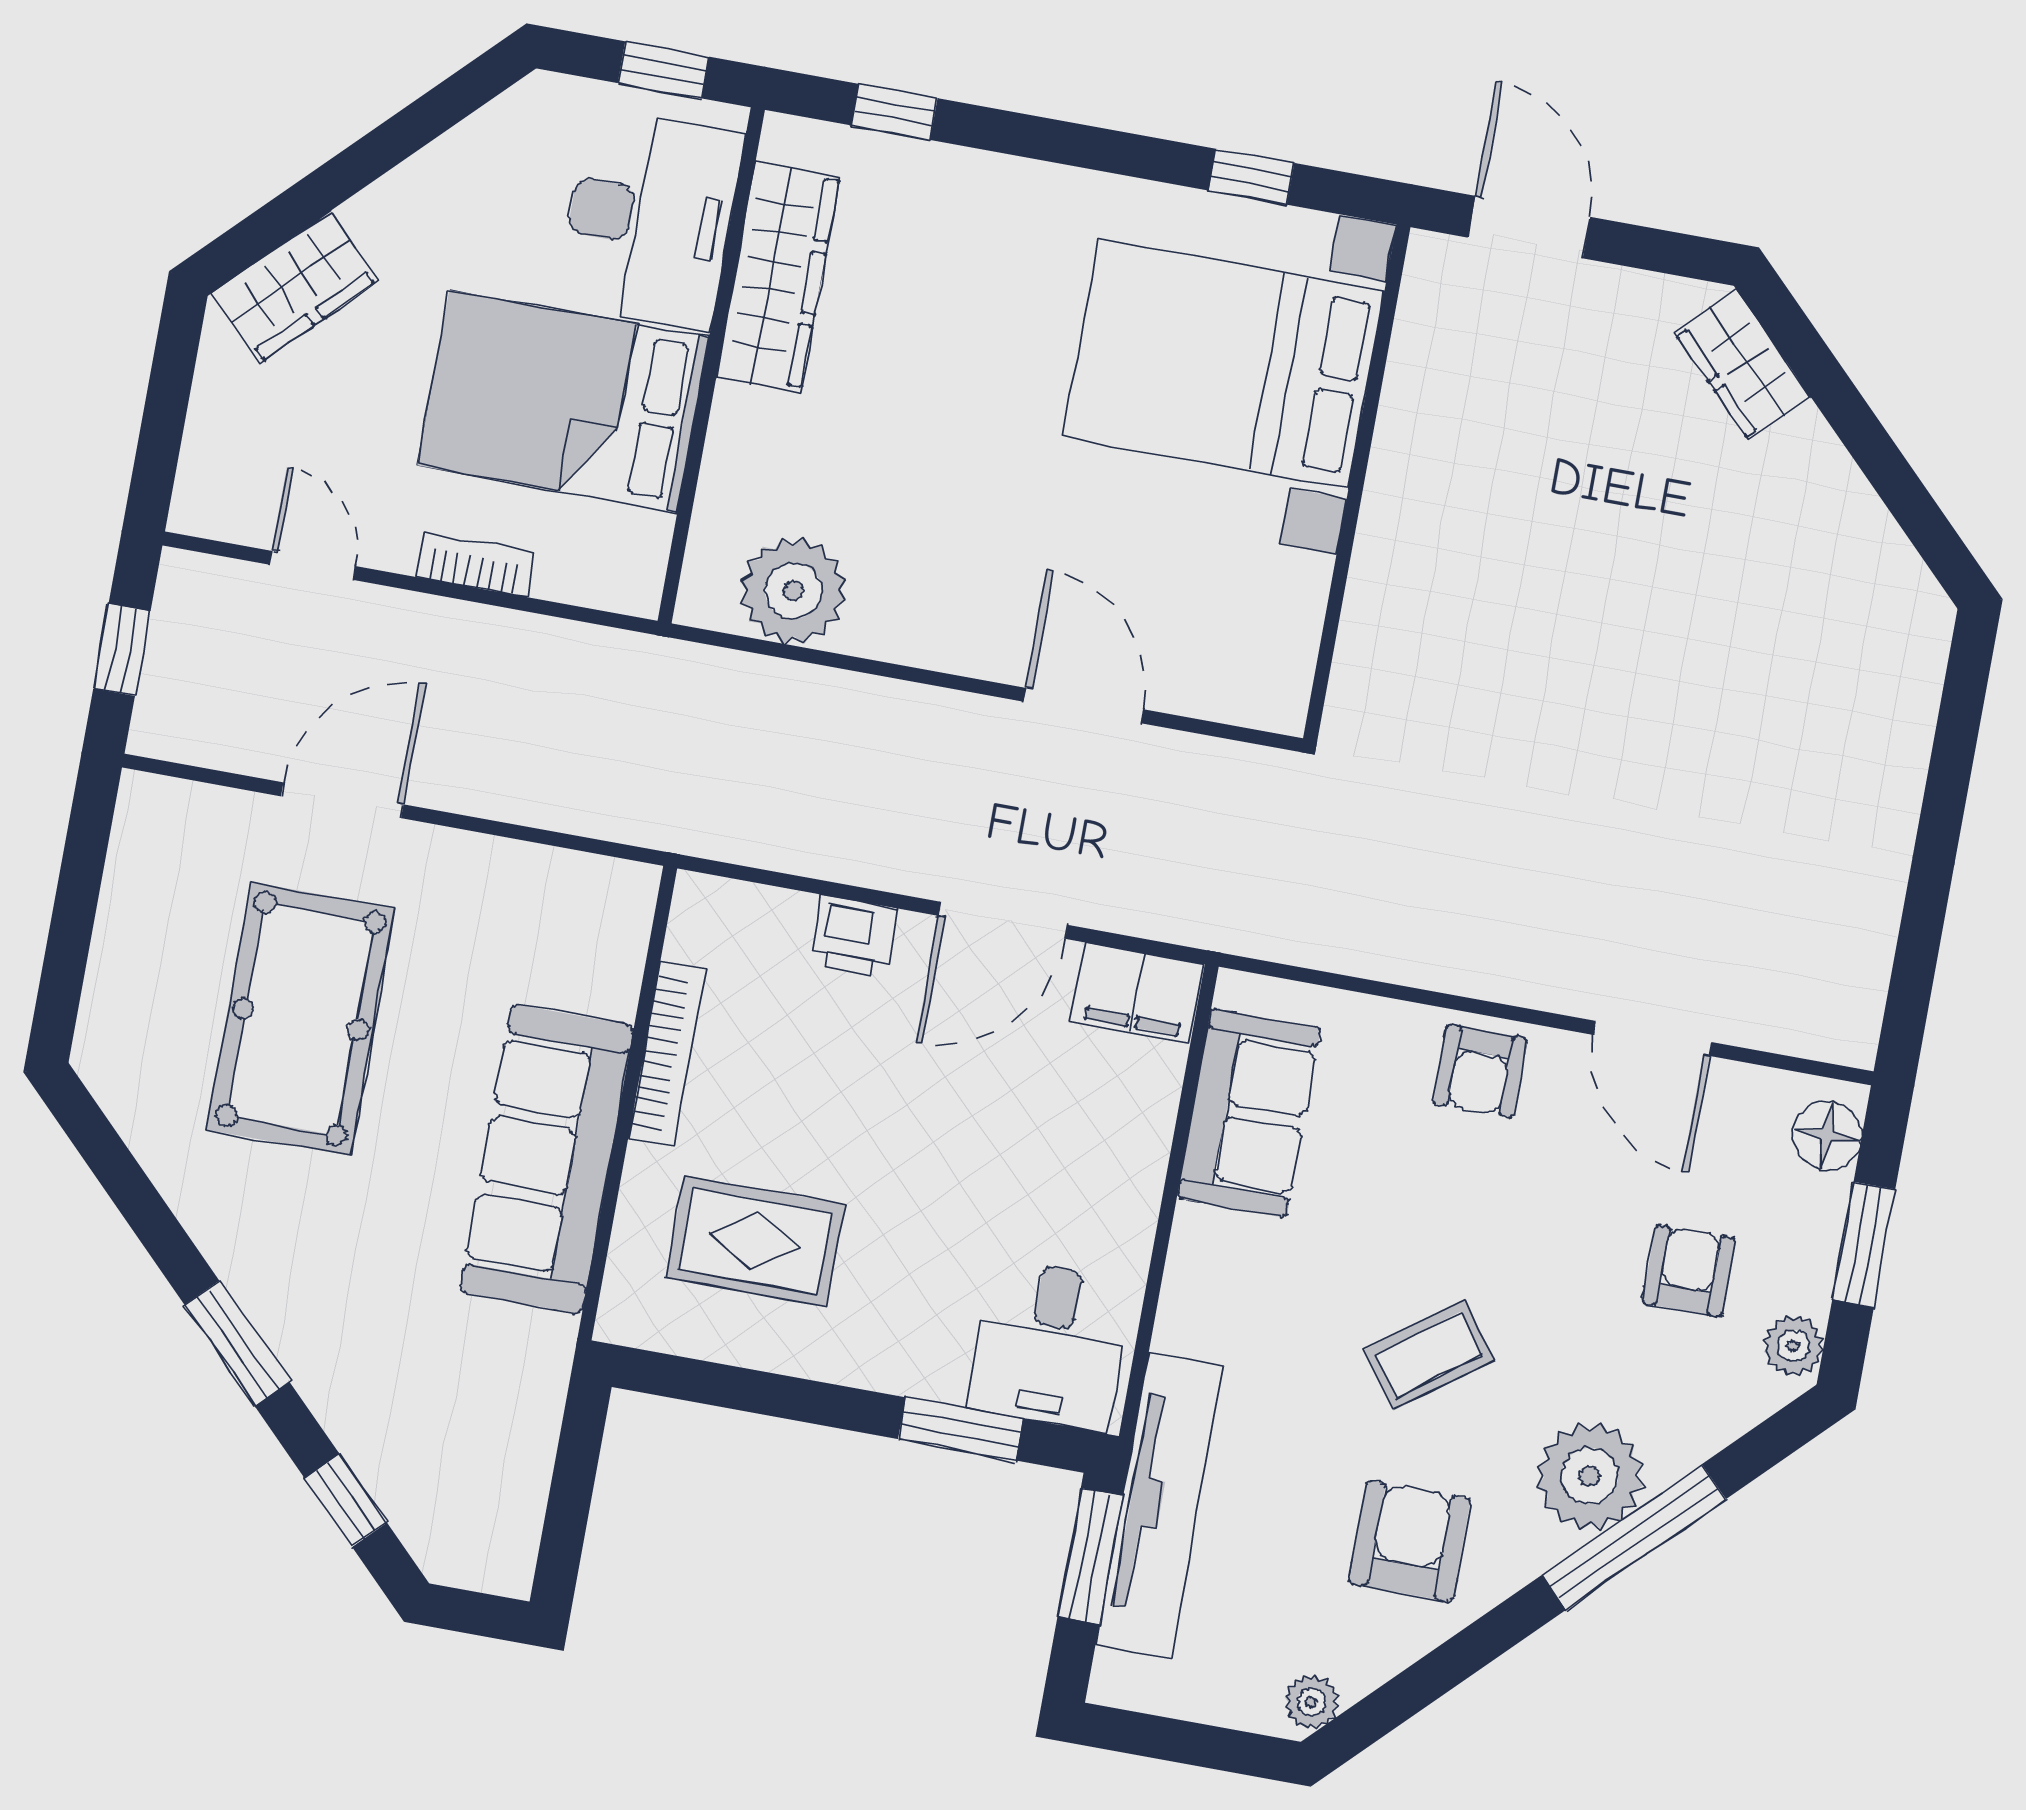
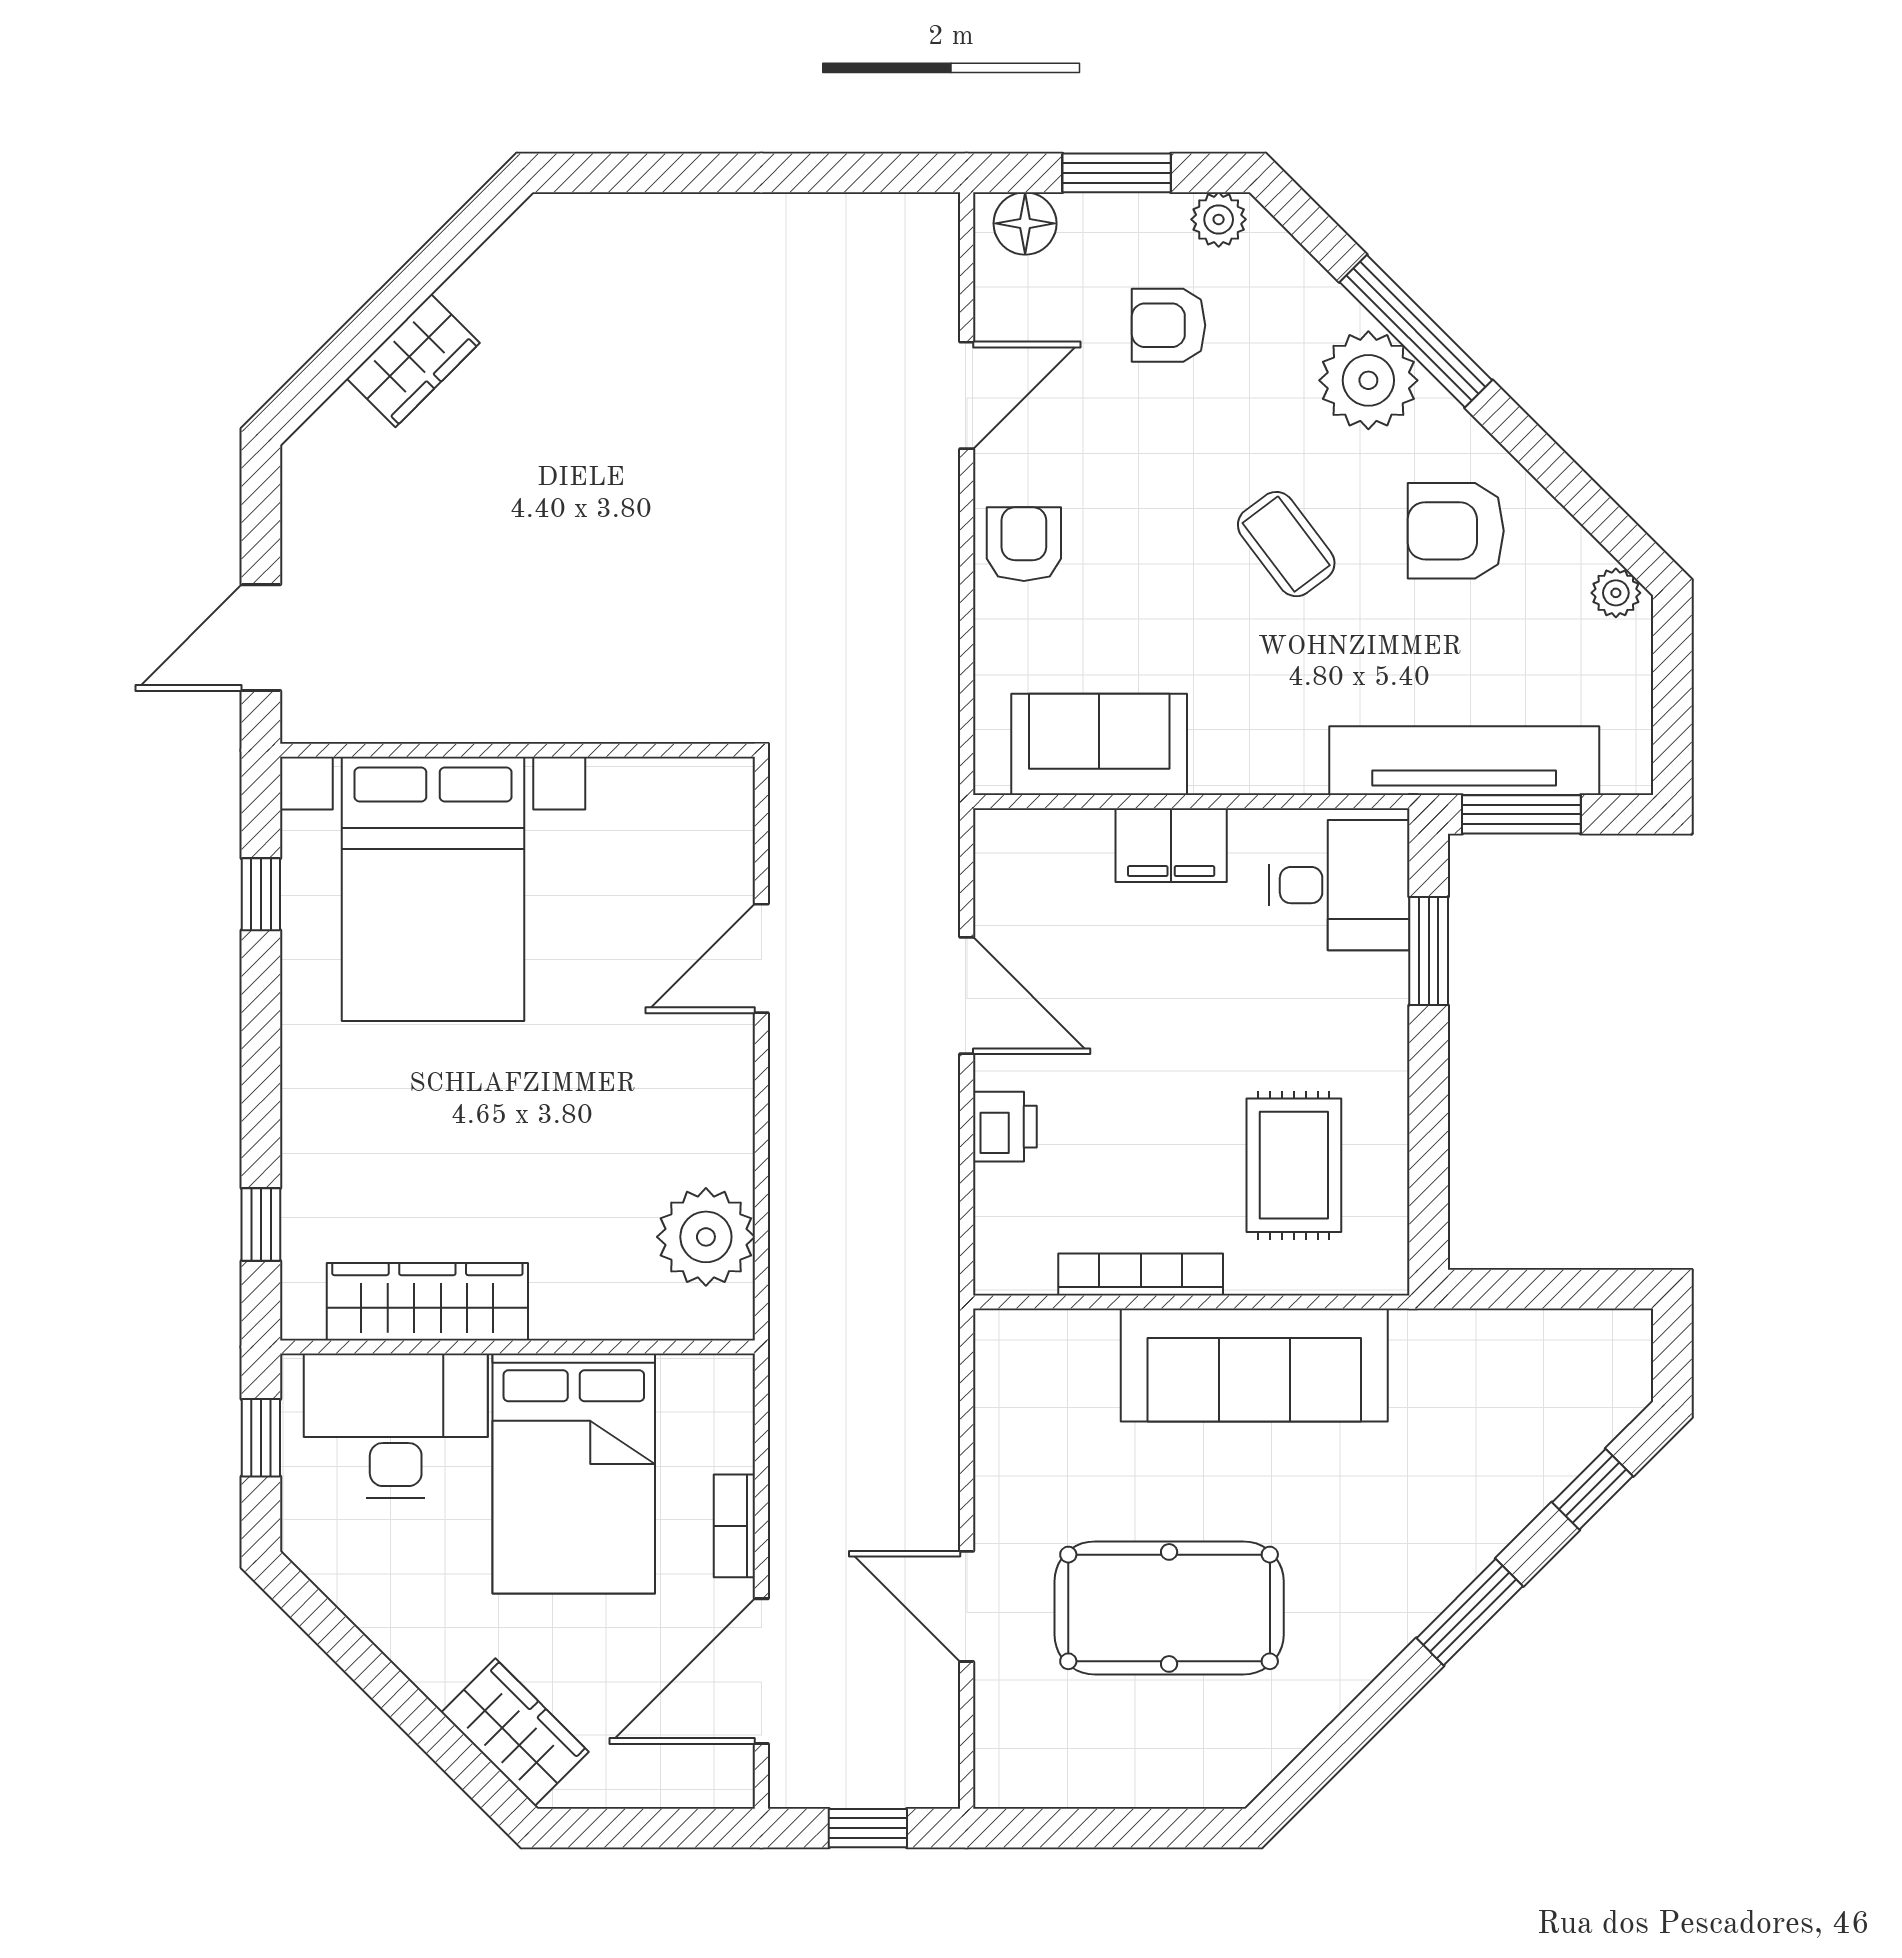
wardrobe: (1743, 365) -> (413, 361), moved
door: (312, 565) -> (761, 1671), width x1.87
filing cabinet: (1137, 993) -> (1171, 845), moved, turned 90
armchair: (1480, 1071) -> (1024, 544), turned -90

